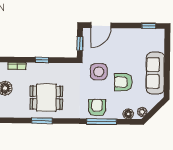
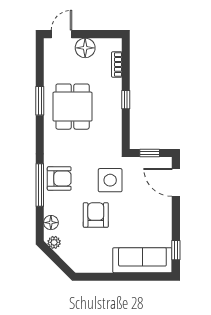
sofa: (155, 73) -> (142, 260), moved

